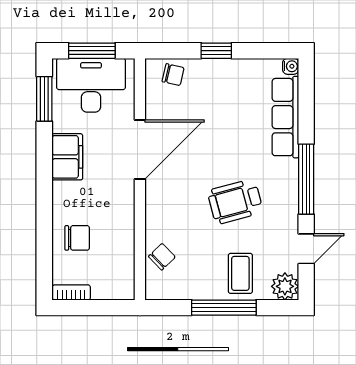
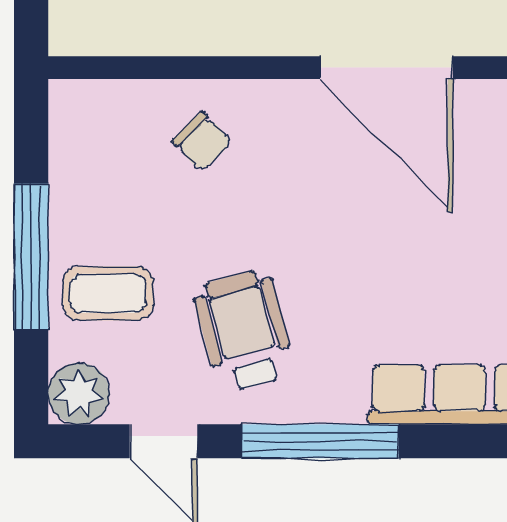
wheelchair: (235, 202) -> (244, 331), moved
chair: (162, 257) -> (202, 141), moved

